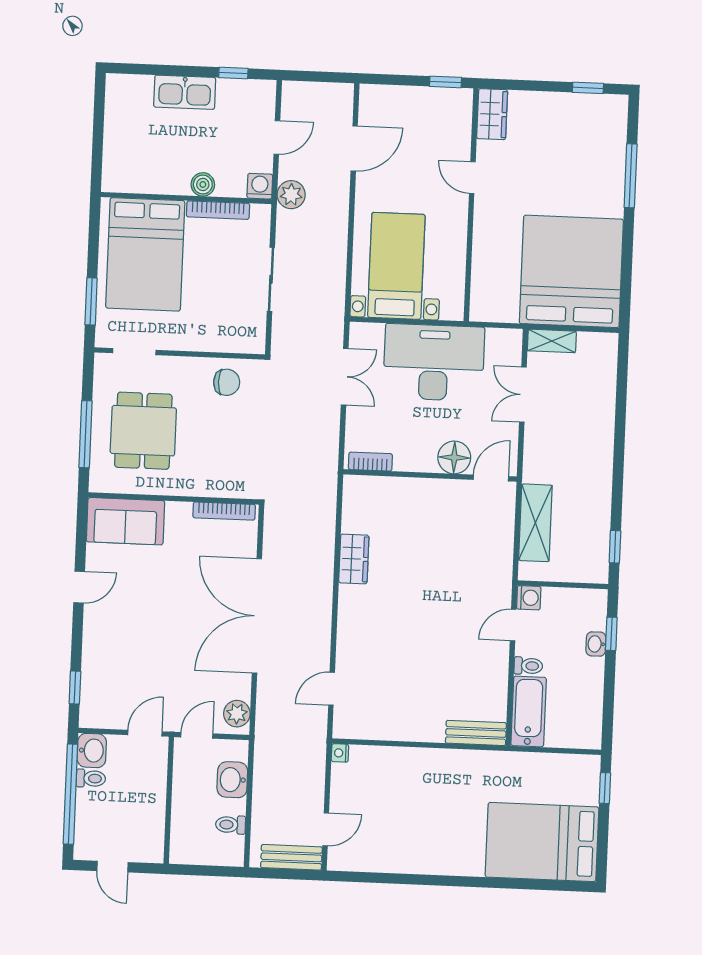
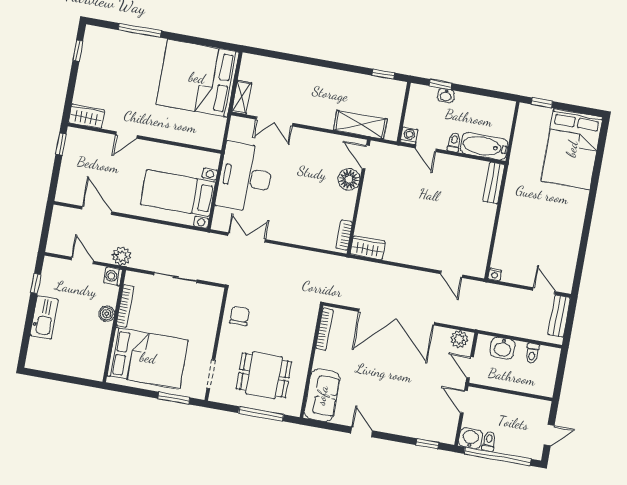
floor lamp: (454, 457) -> (349, 179), moved
bookcase: (370, 462) -> (344, 235), moved
wall: (430, 475) -> (359, 197), moved
door: (491, 478) -> (366, 157), moved

